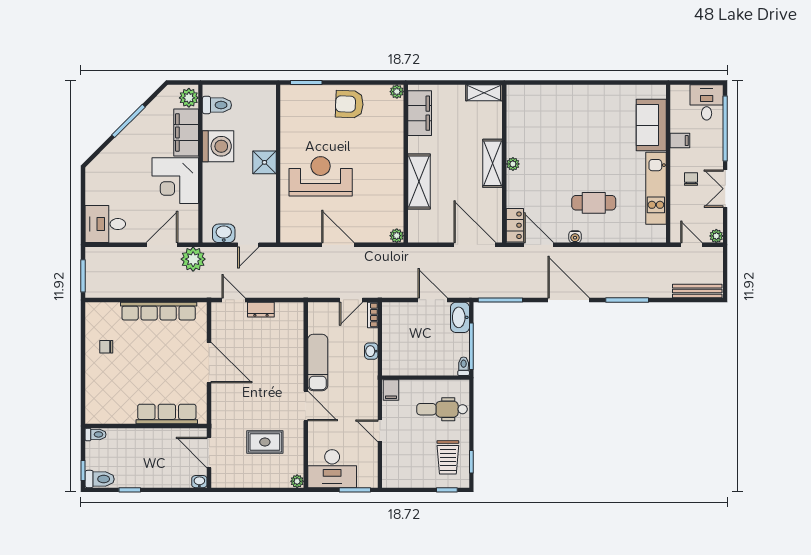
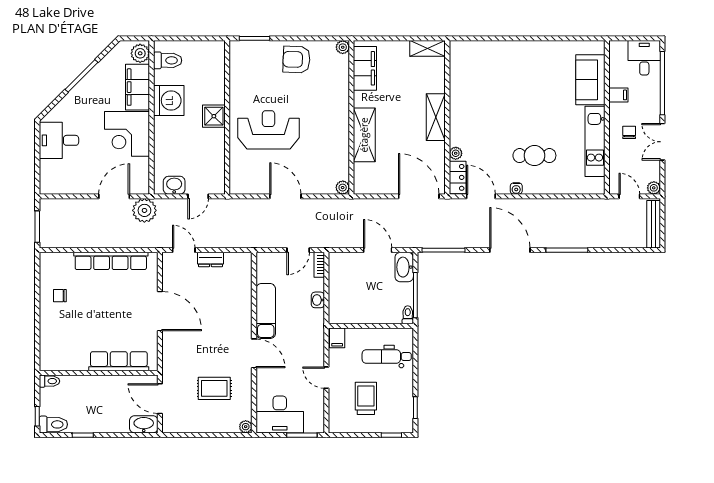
plant: (513, 164) -> (456, 153), moved
desk: (105, 224) -> (59, 140), moved
bench: (697, 291) -> (654, 224), moved, turned 90
trolley: (448, 457) -> (366, 398), moved, turned 180
washbasin: (199, 482) -> (144, 424), width x1.91, depth x1.45

